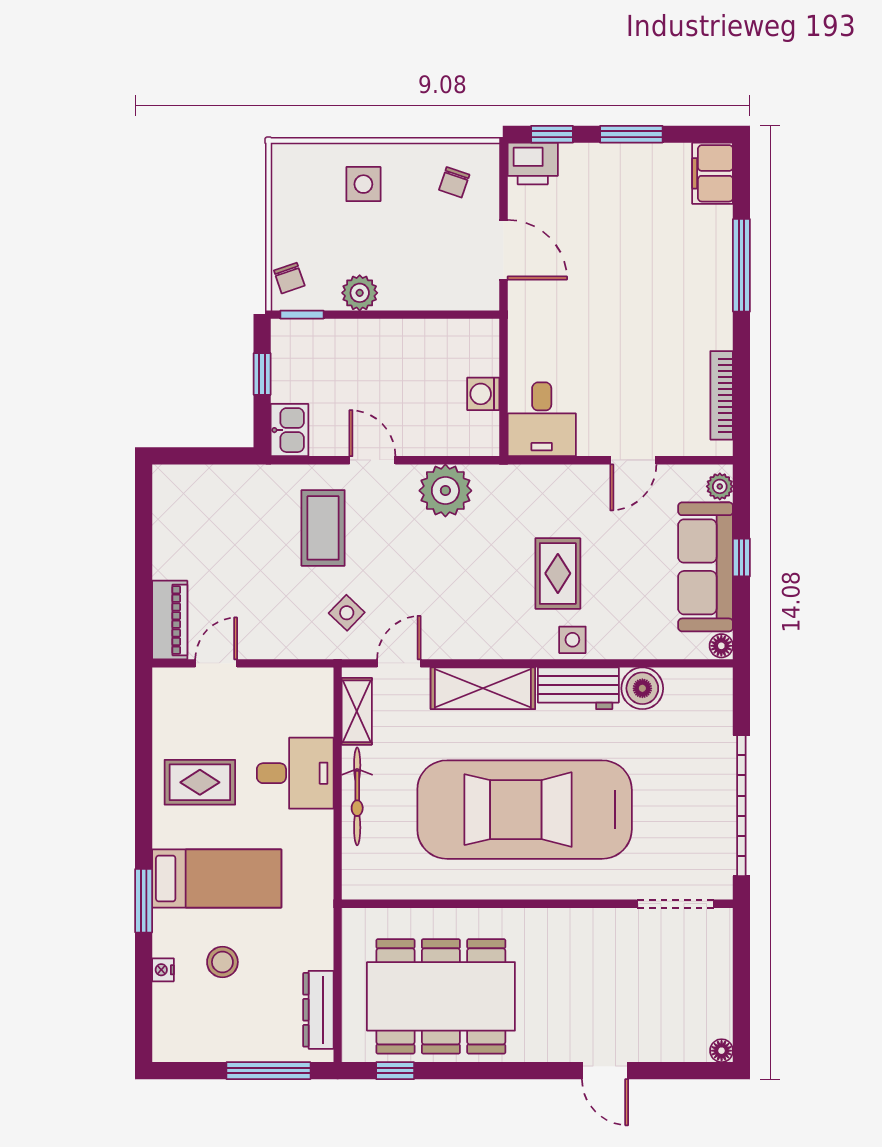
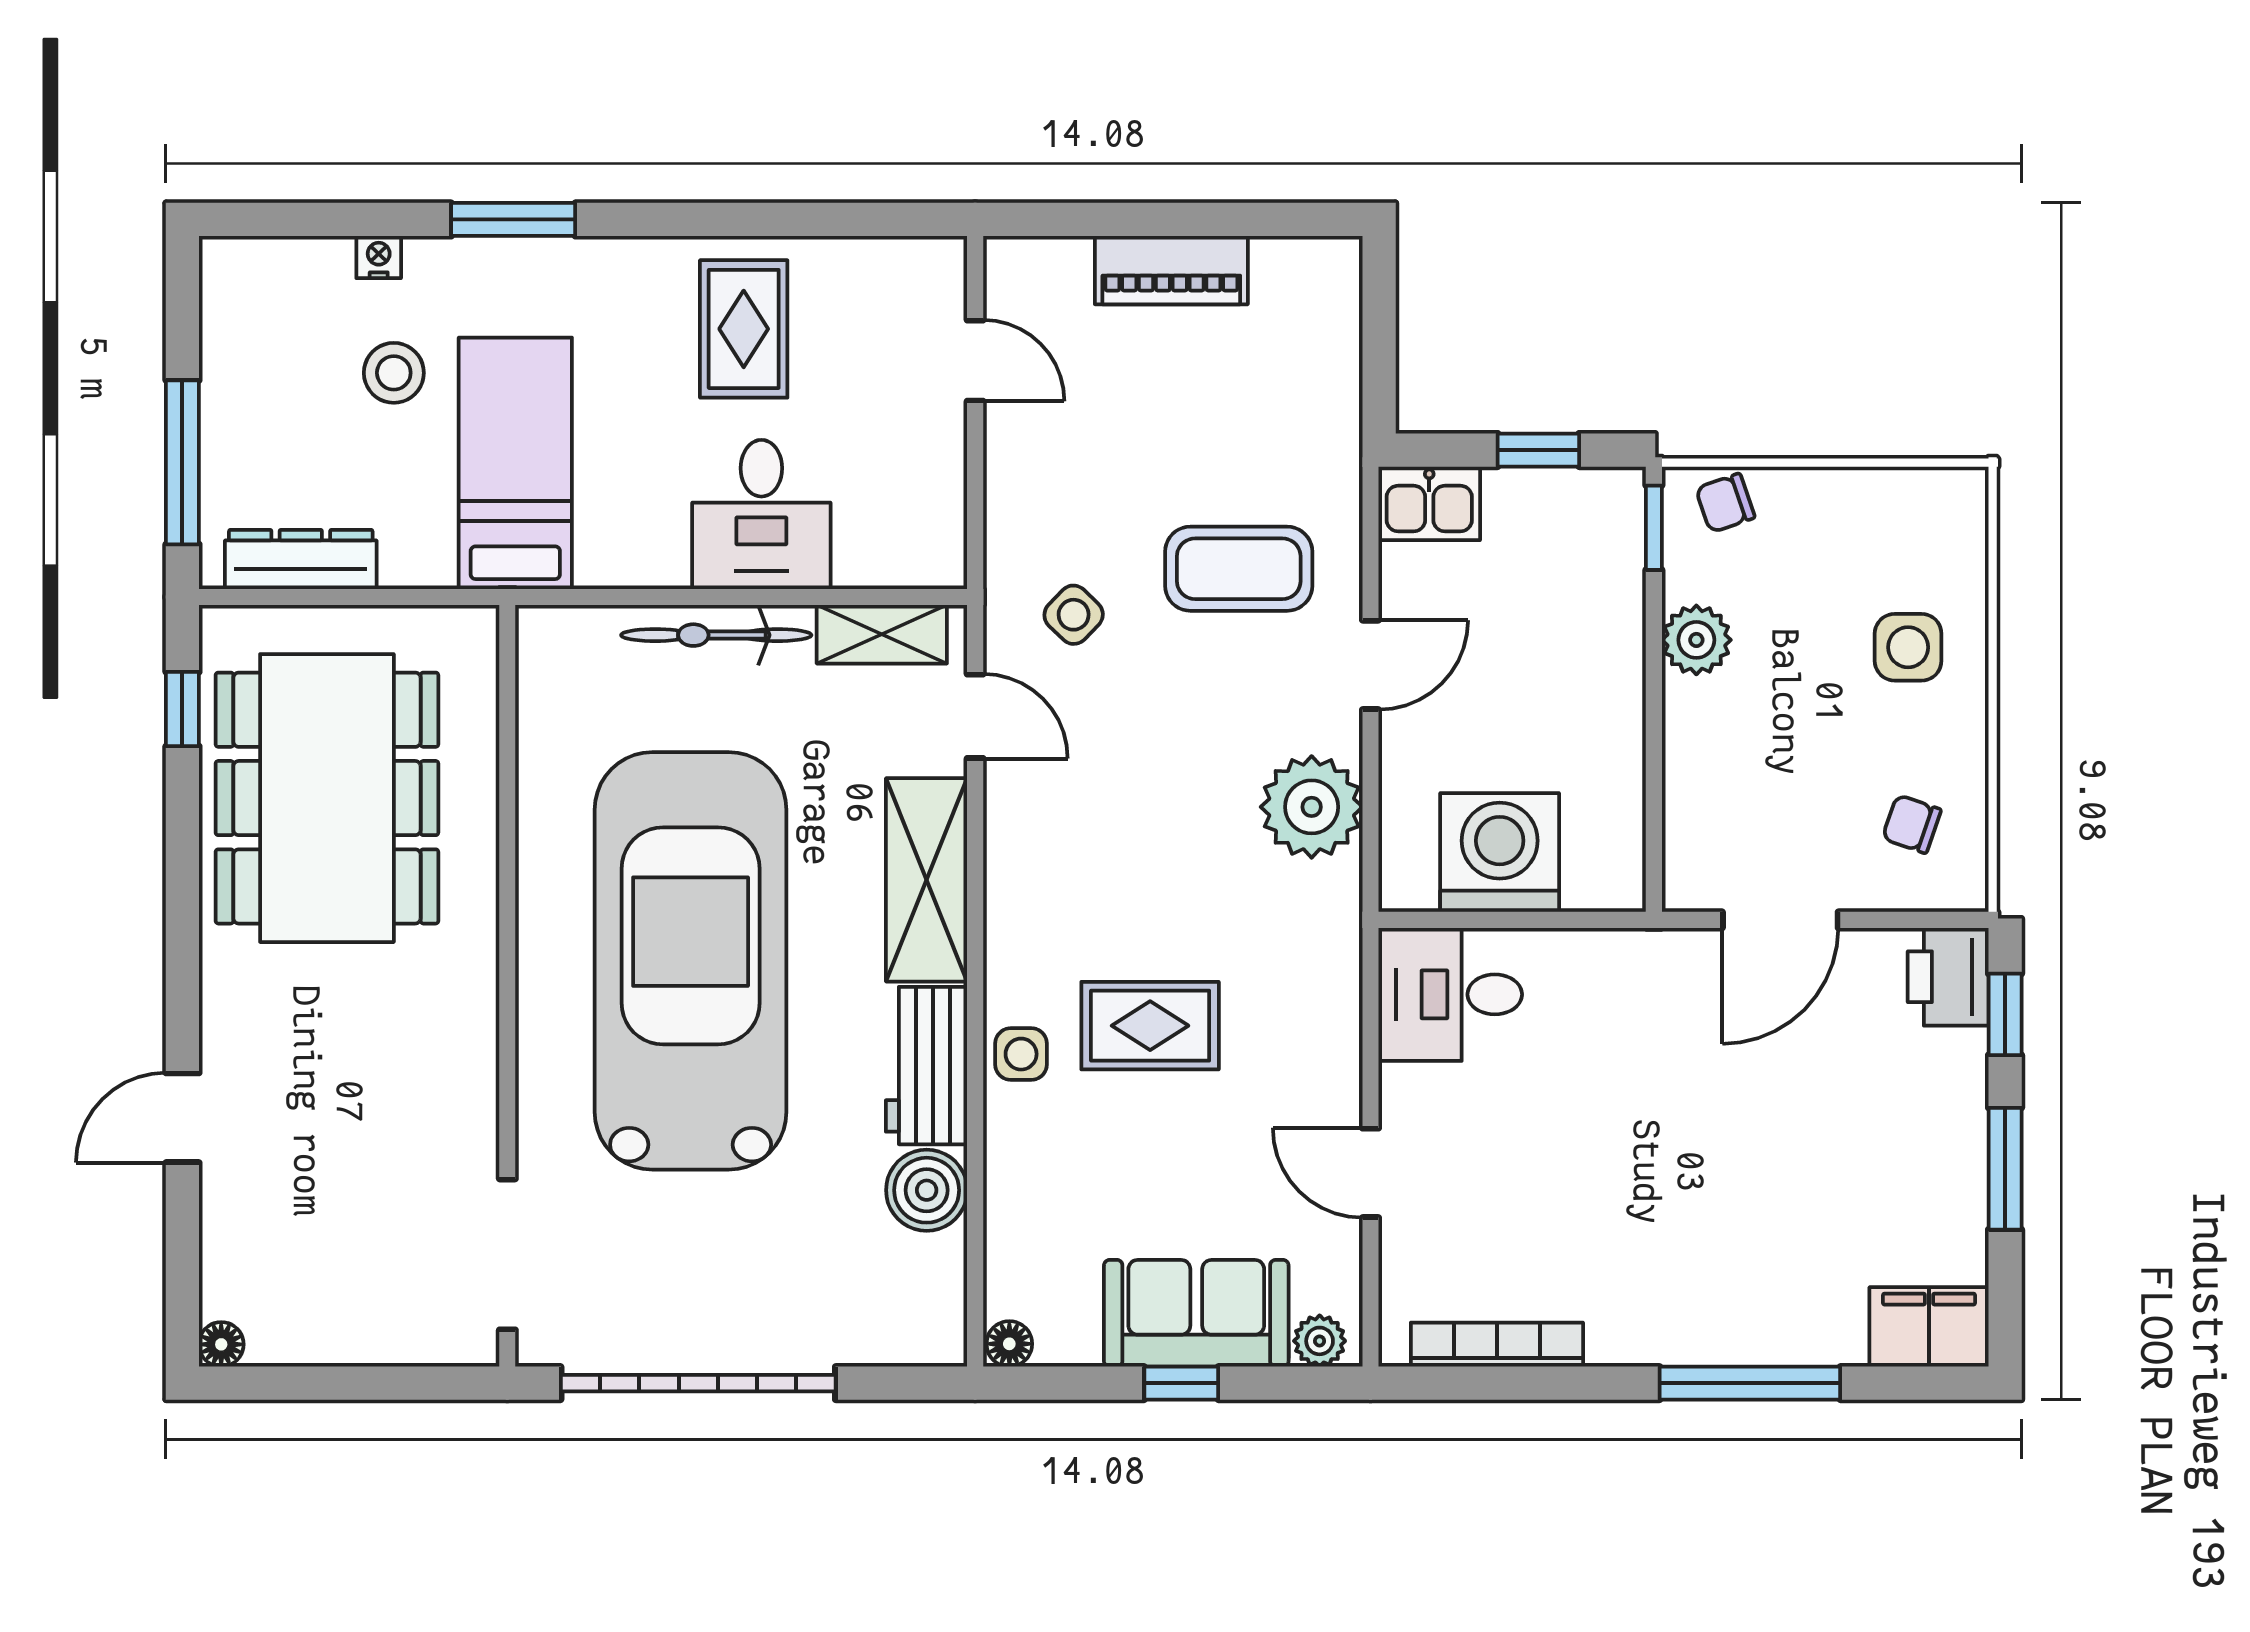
washing machine: (483, 394) -> (1500, 853), width x1.89, depth x1.89
sofa: (706, 567) -> (1196, 1313), width x0.73
piano: (170, 620) -> (1171, 270), moved
bed: (217, 878) -> (515, 463), moved, turned 180

